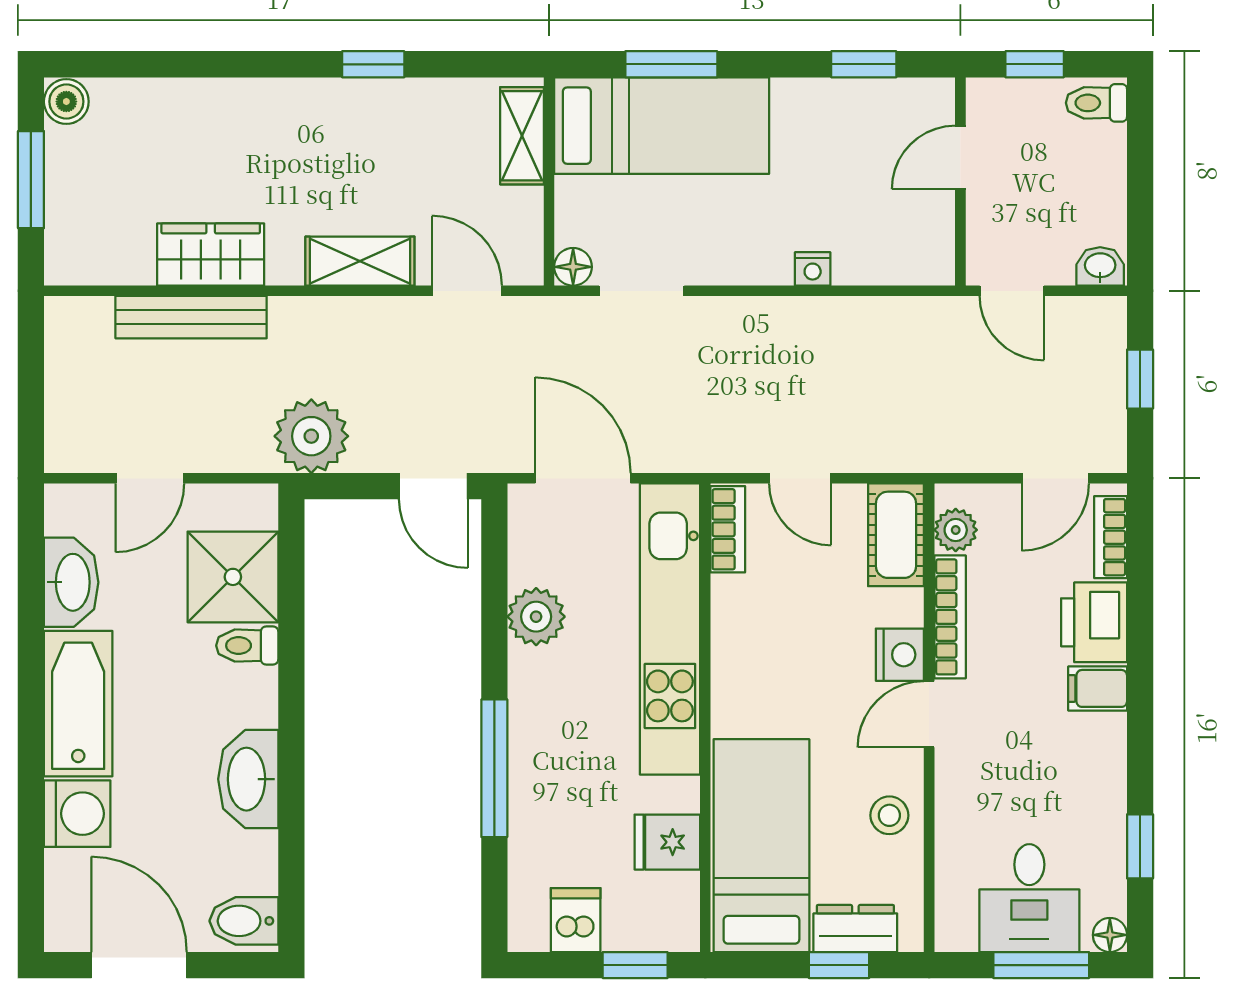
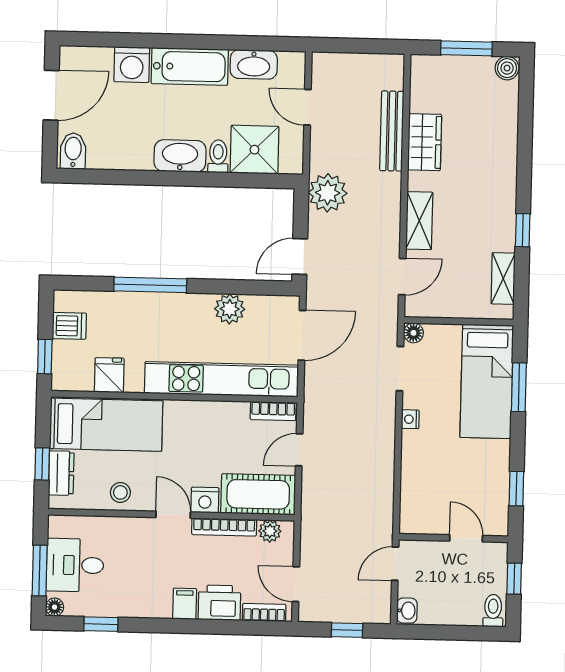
shelving: (522, 136) -> (503, 278), moved, turned 90
nightstand: (813, 269) -> (410, 419), moved
cot: (896, 535) -> (258, 494), width x1.37, depth x1.34
washbasin: (248, 779) -> (180, 156), moved

